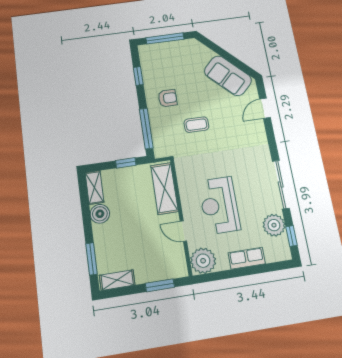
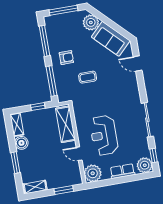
plant: (201, 54) -> (91, 22), added
window: (138, 76) -> (45, 41), width x2.17
door: (265, 108) -> (138, 63), hinge flipped
plant: (274, 225) -> (145, 165), moved
window: (91, 259) -> (15, 163), moved

